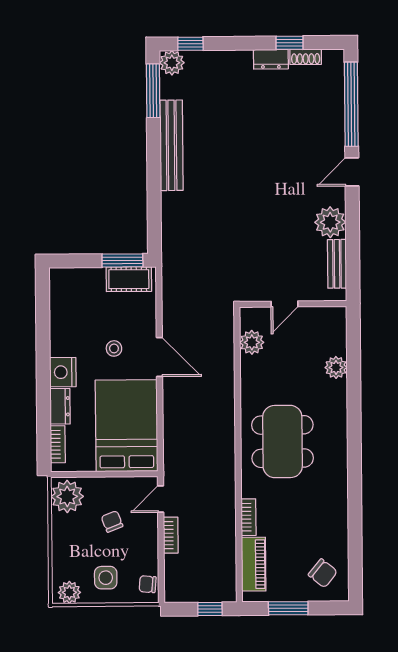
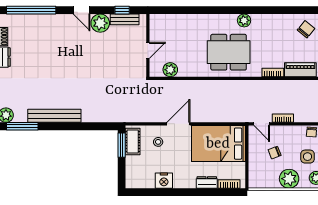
door: (352, 172) -> (82, 10), moved
window: (353, 259) -> (122, 10), added
door: (284, 304) -> (148, 50), hinge flipped
stool: (114, 348) -> (158, 142), moved
plant: (336, 367) -> (244, 20), moved
nightstand: (63, 372) -> (164, 181), moved
plant: (67, 496) -> (289, 179), moved

